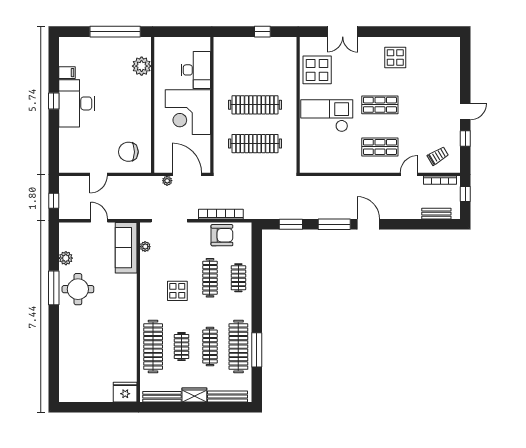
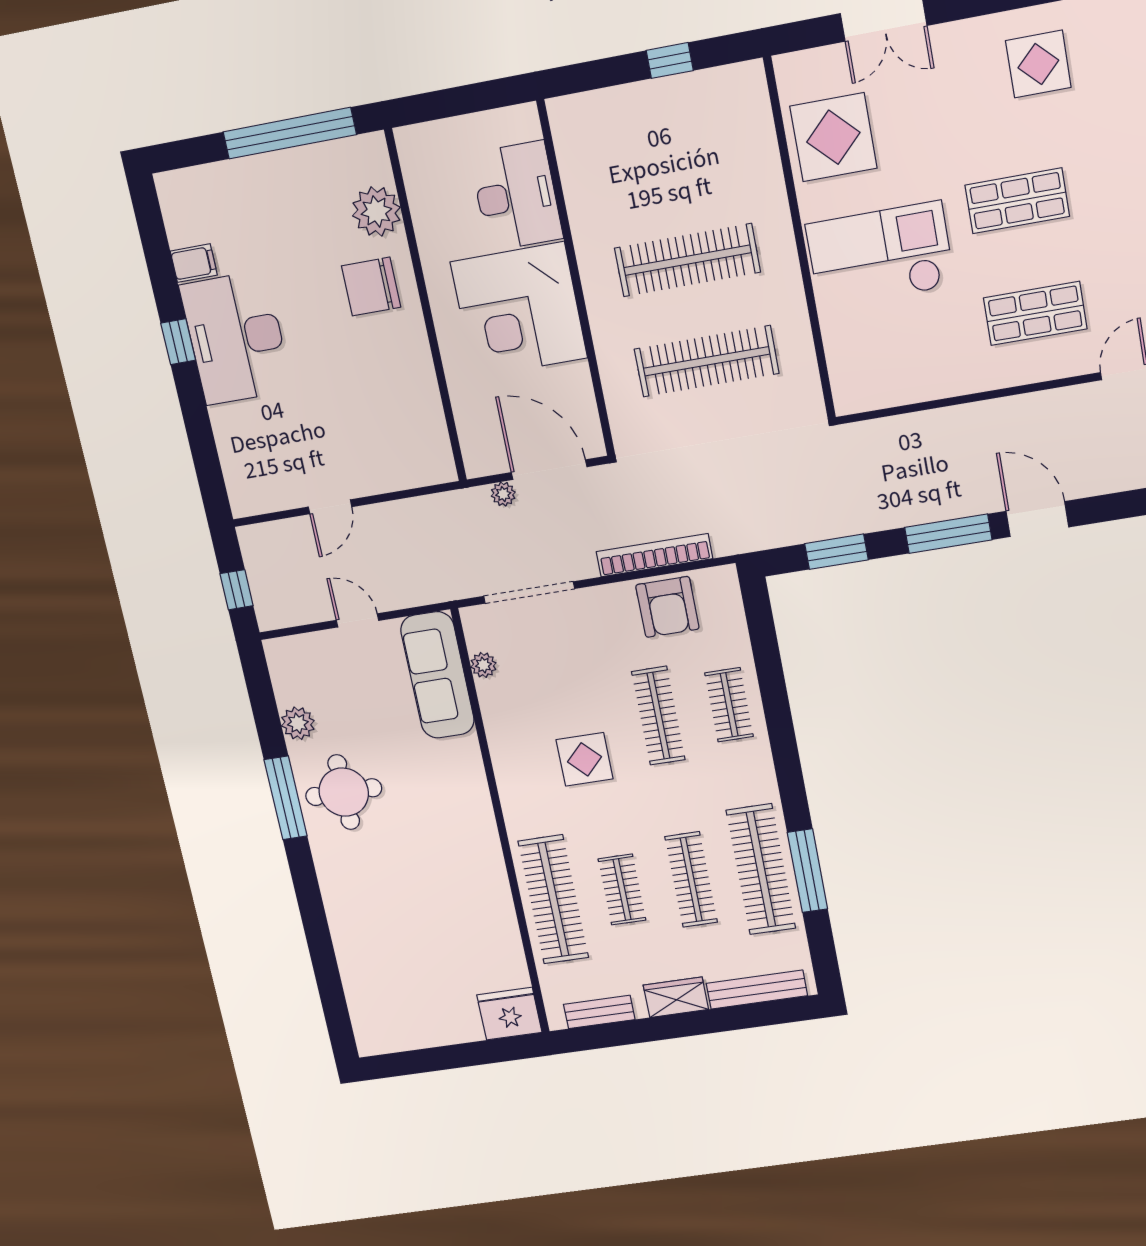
chair: (128, 152) -> (371, 287), moved
armchair: (222, 235) -> (667, 607), turned 90
bench: (162, 397) -> (599, 1012), width x0.73

